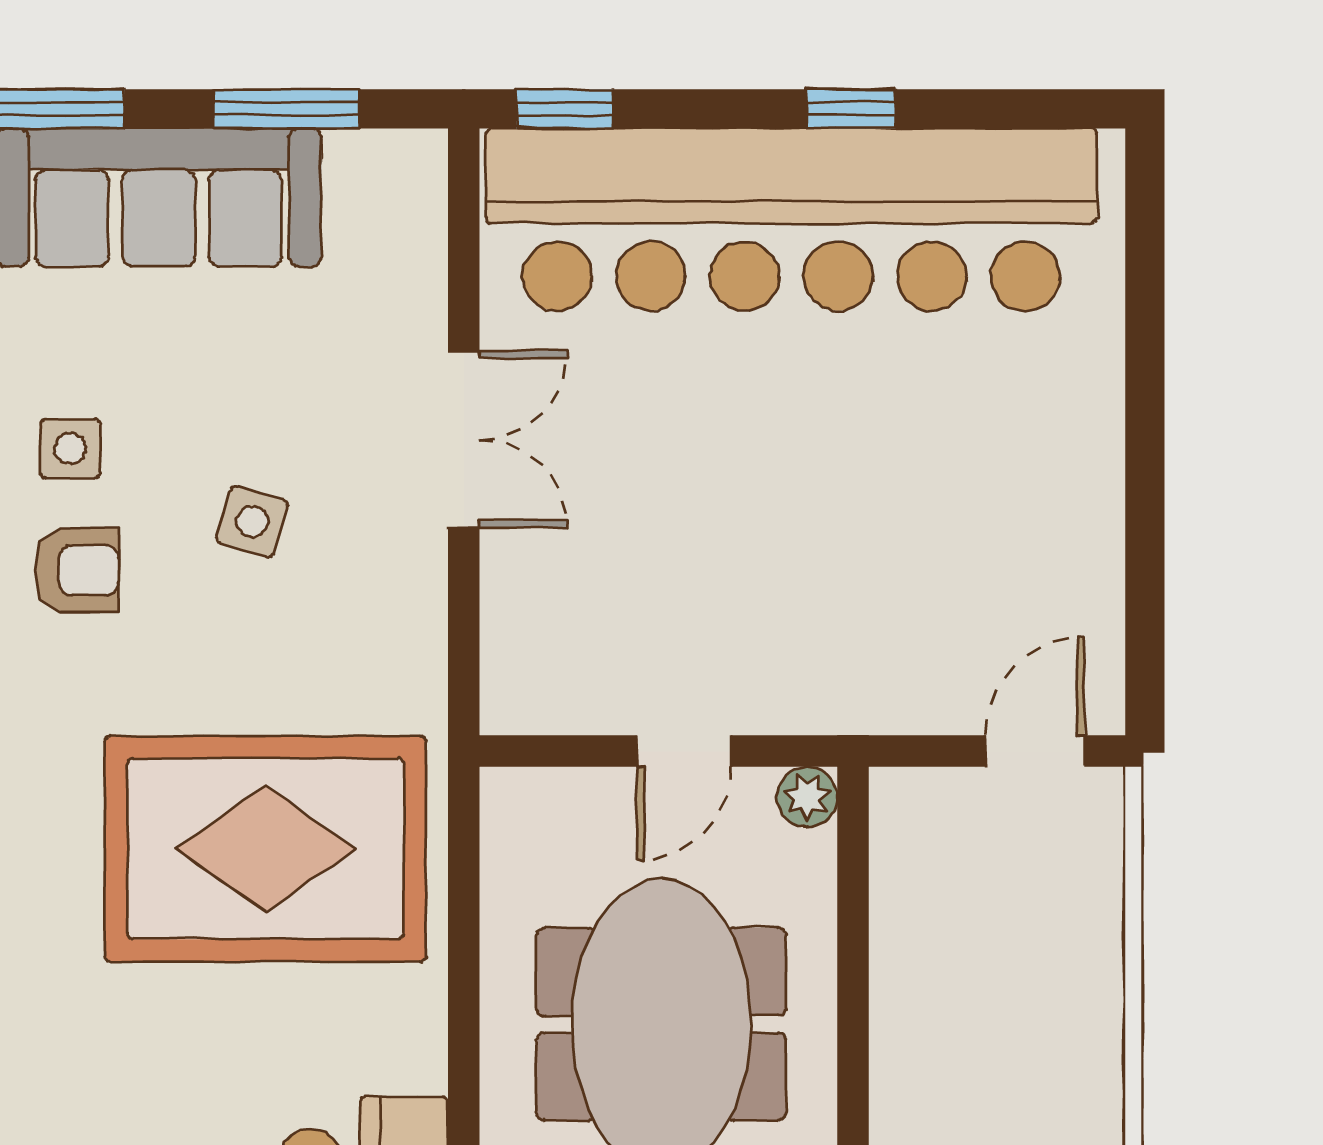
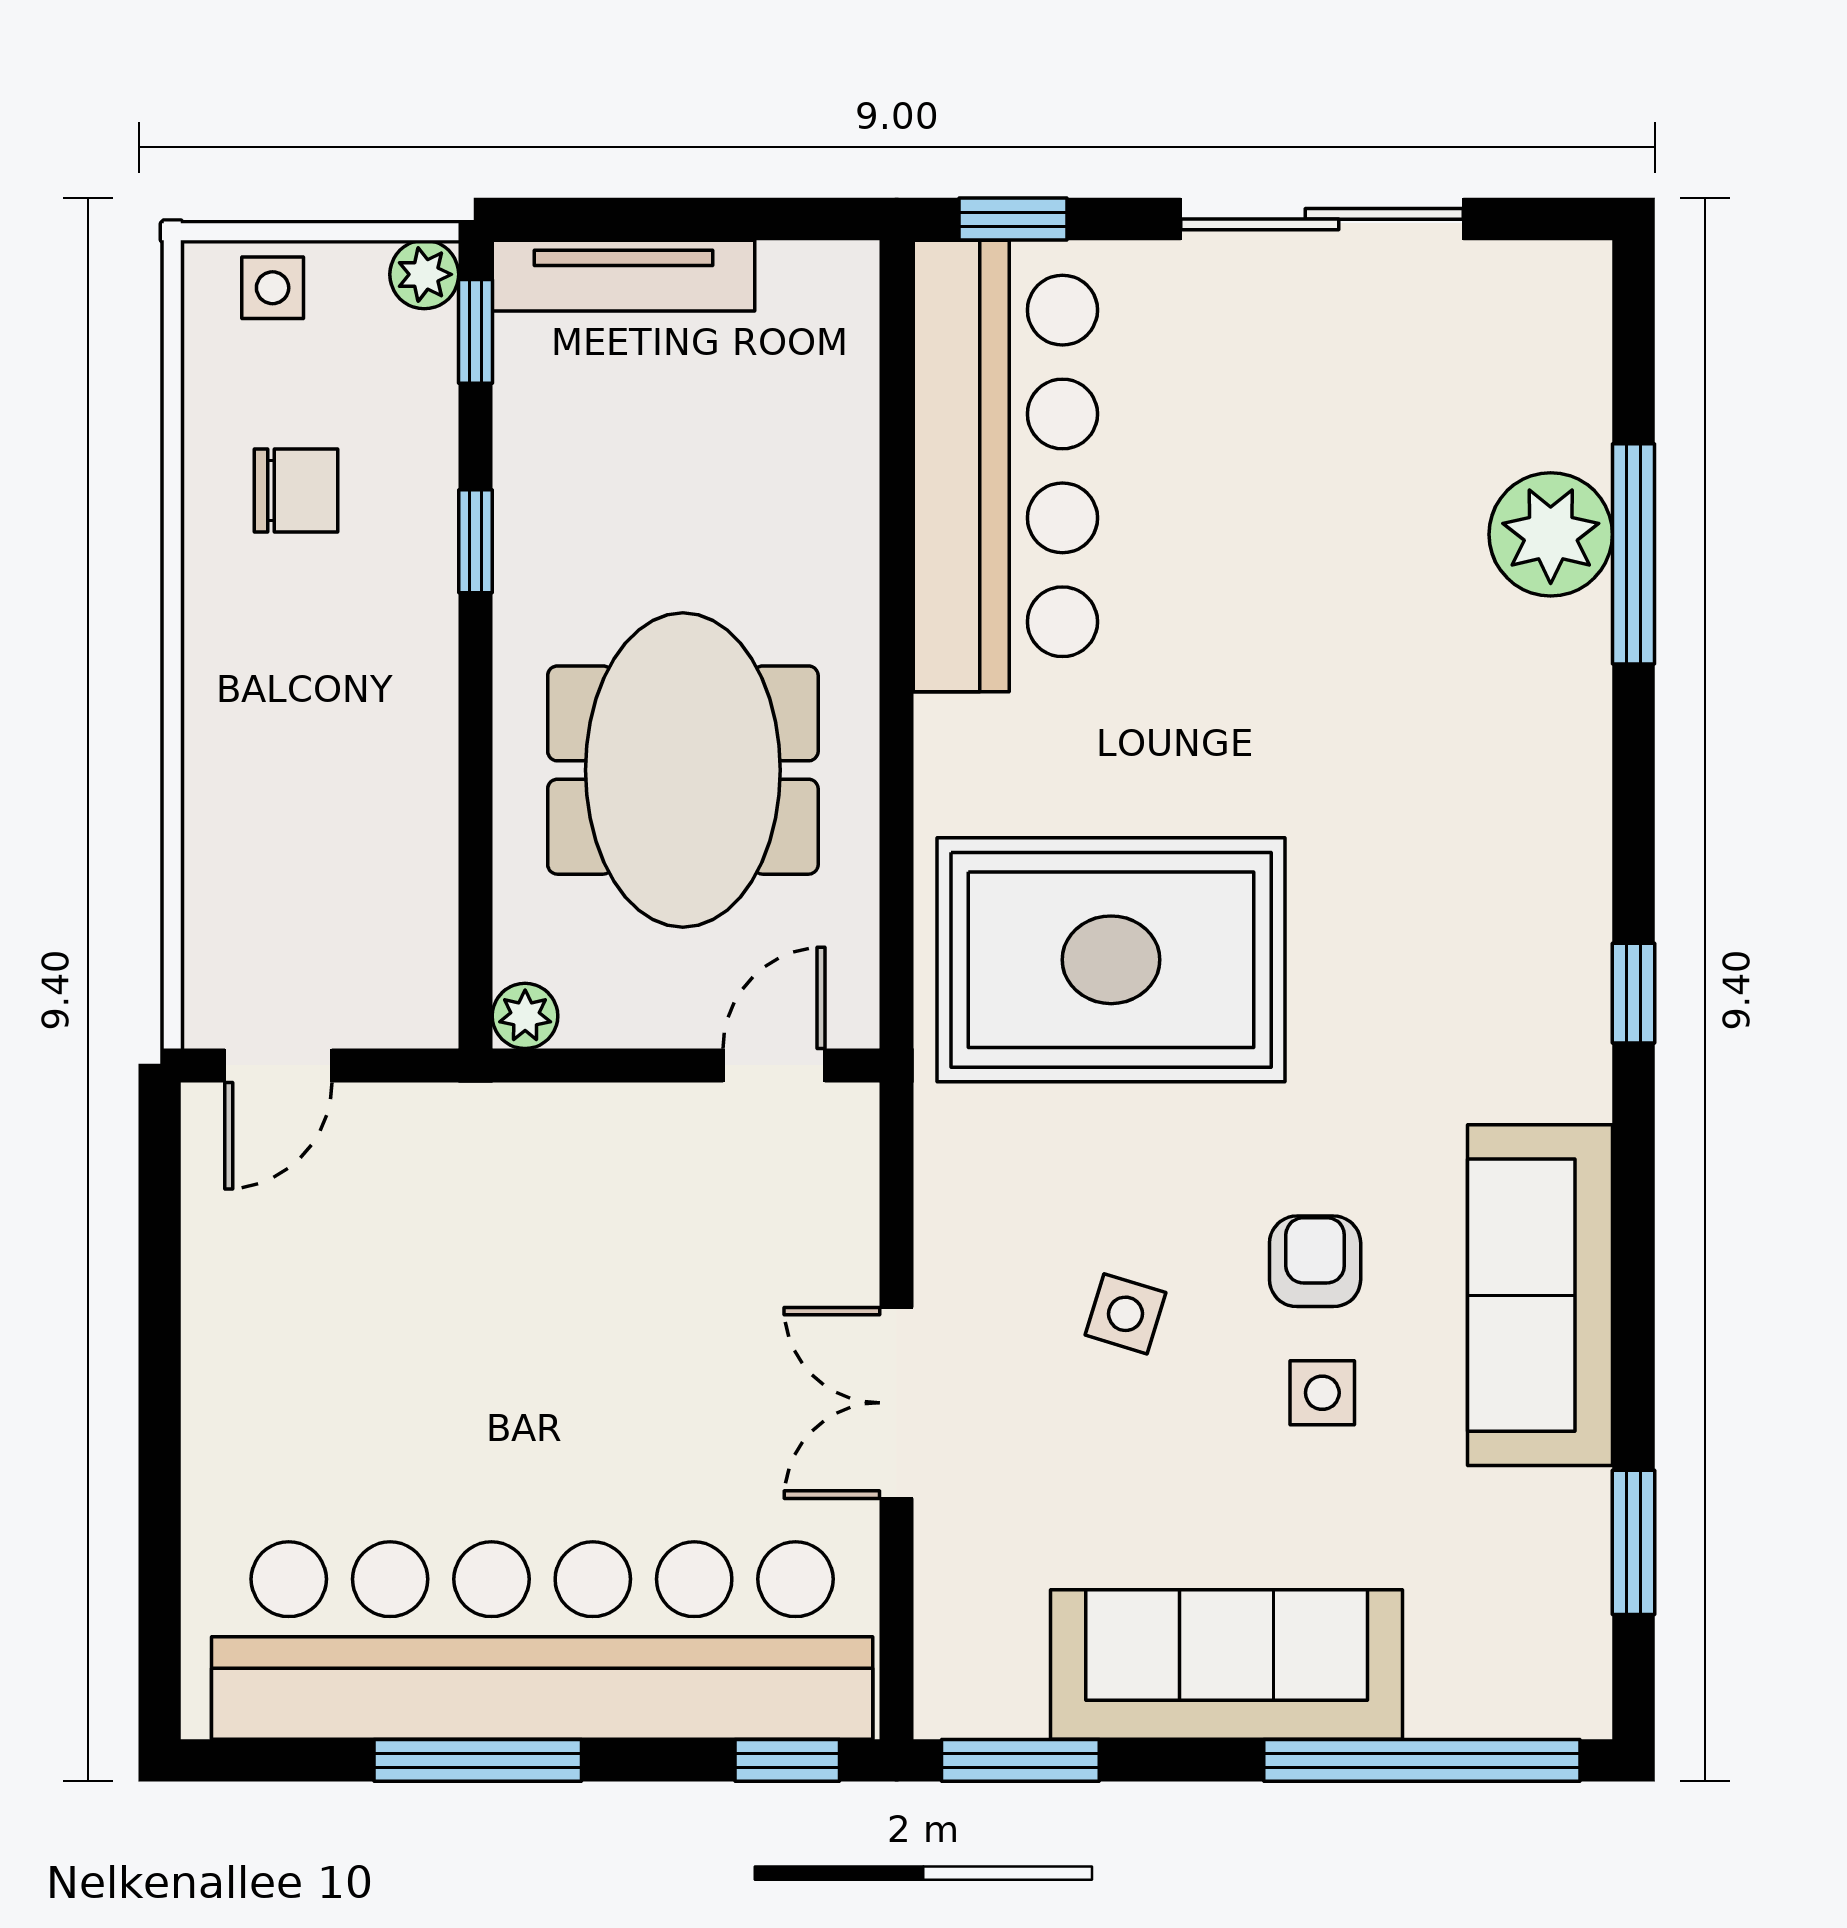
window: (286, 109) -> (1020, 1760), moved
window: (851, 109) -> (478, 1760), width x2.17
armchair: (77, 570) -> (1315, 1261), turned 90
door: (684, 751) -> (774, 1065), moved

